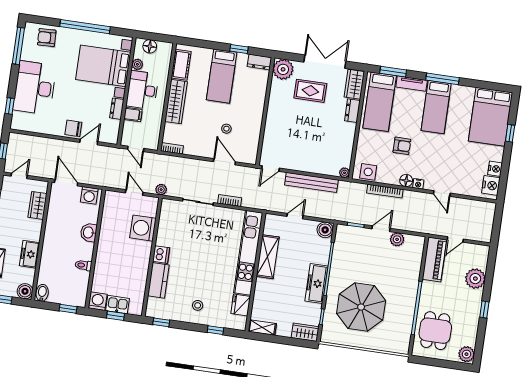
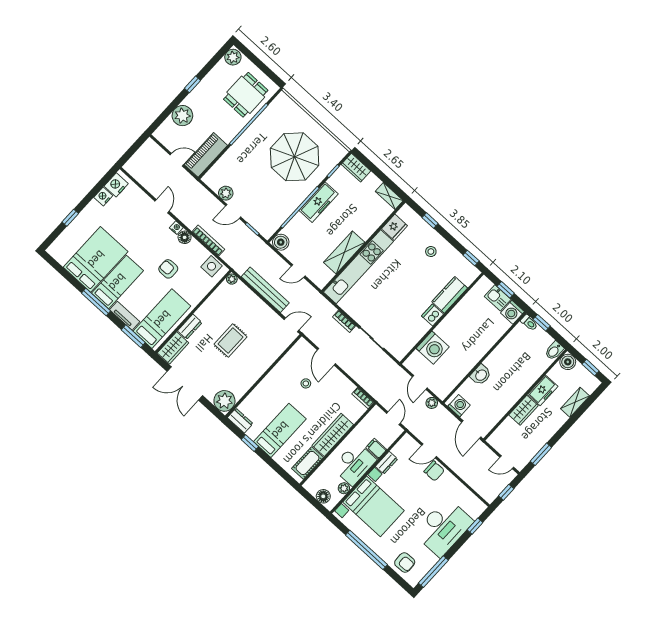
rug: (310, 91) -> (230, 340), moved, turned 90
bed: (490, 117) -> (96, 259), moved
plant: (161, 190) -> (432, 403), moved
wardrobe: (37, 205) -> (523, 410), moved
toilet: (83, 265) -> (529, 323), moved

